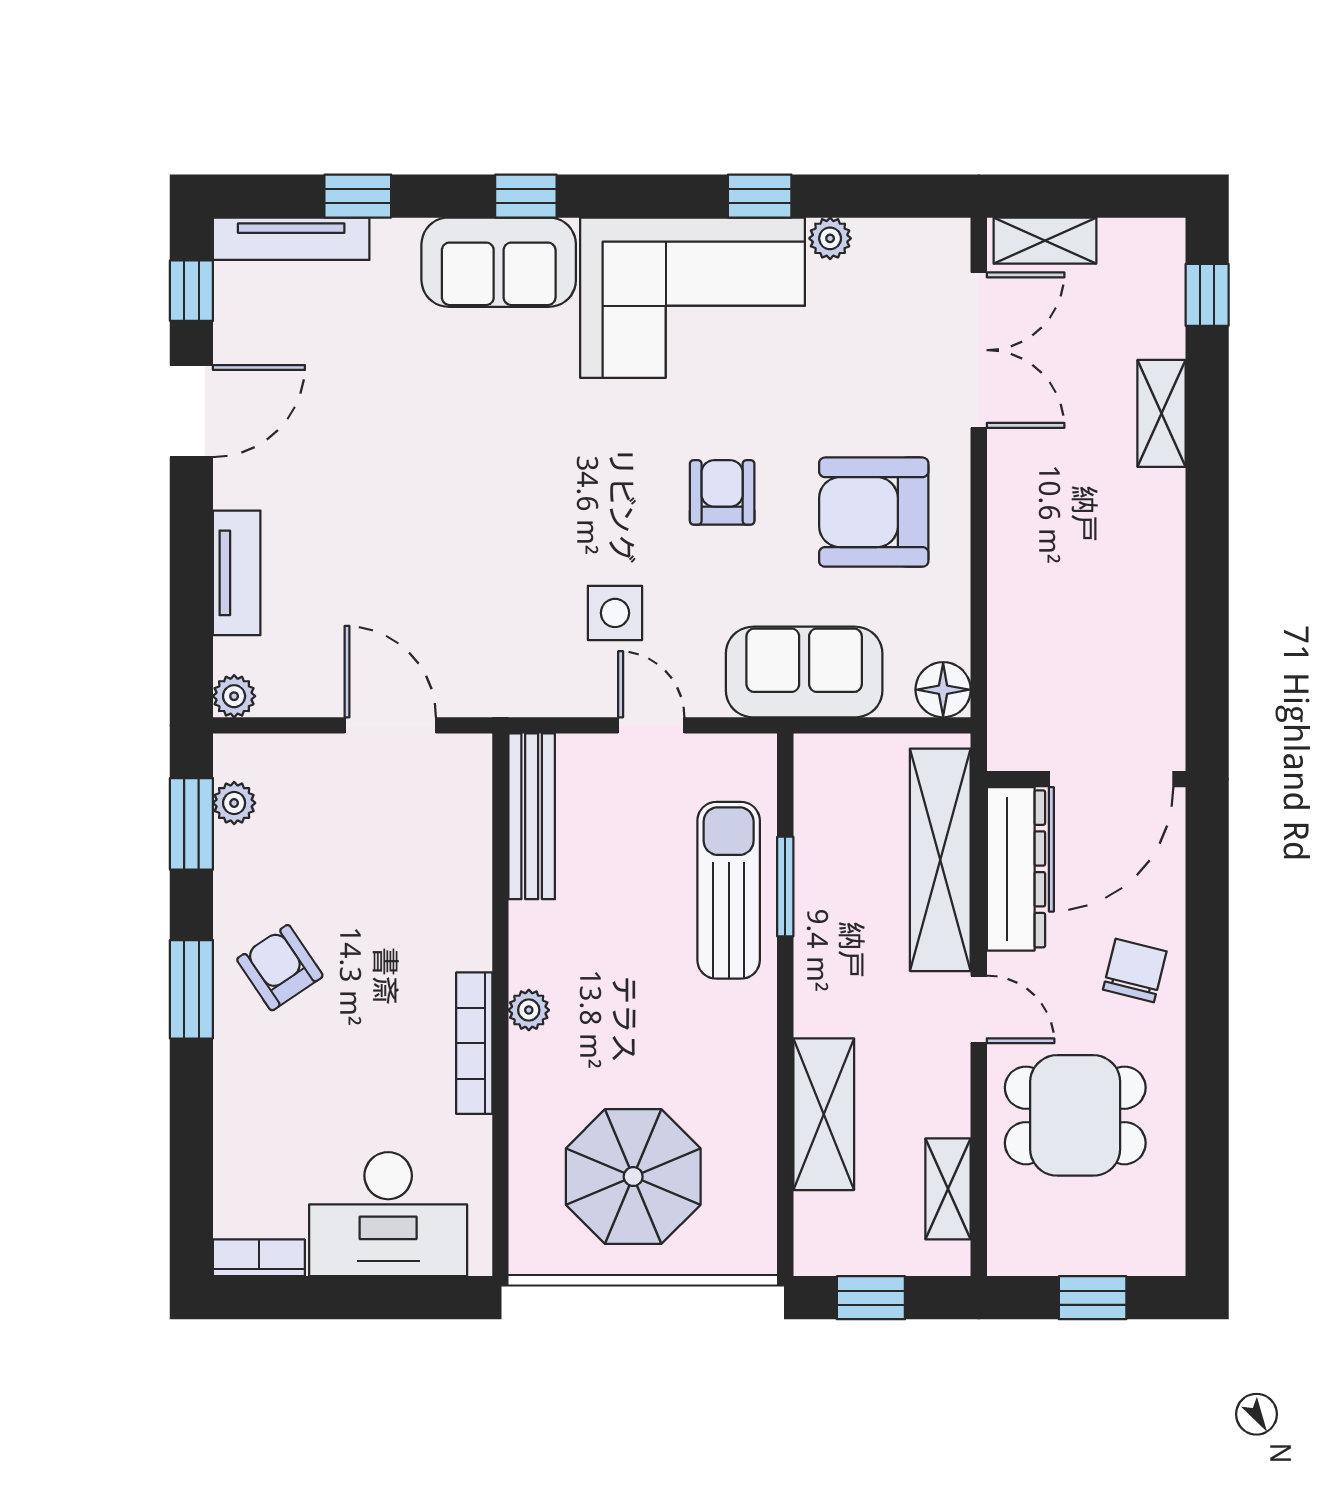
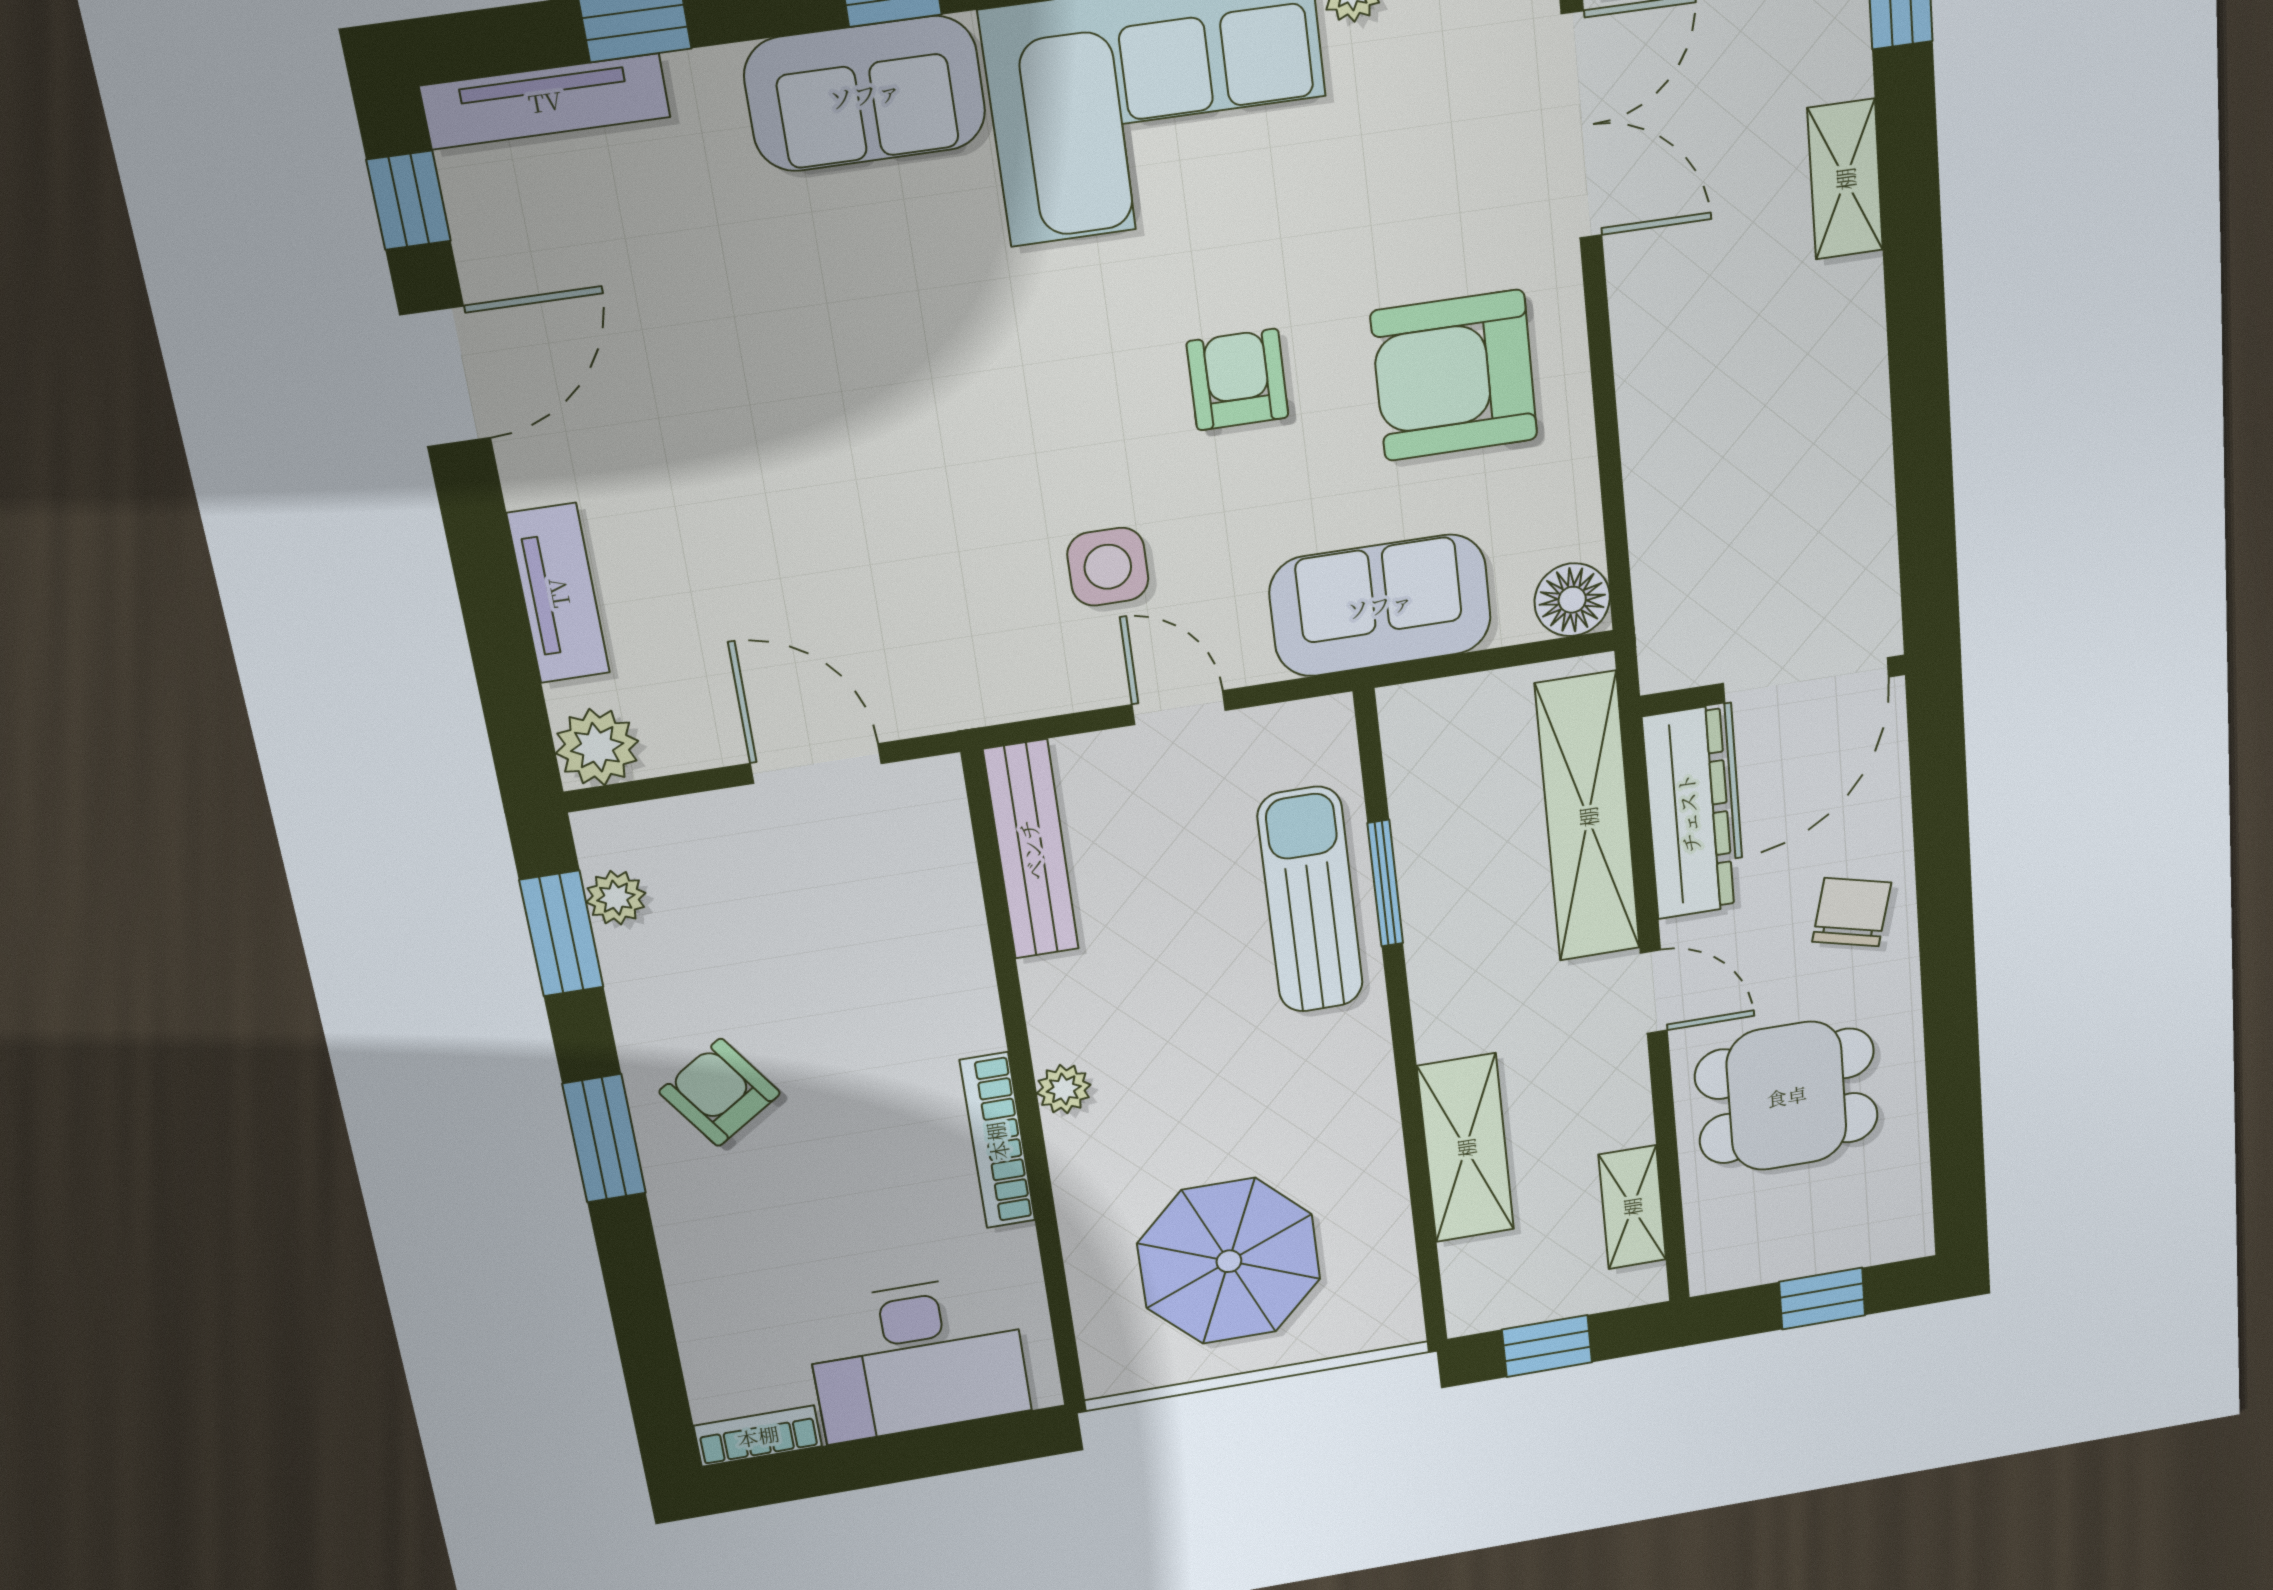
plant: (234, 696) -> (597, 747), width x1.38, depth x1.38

